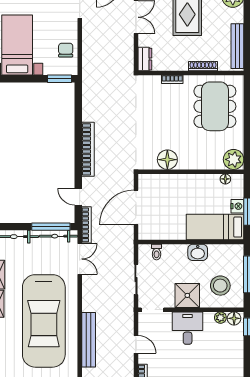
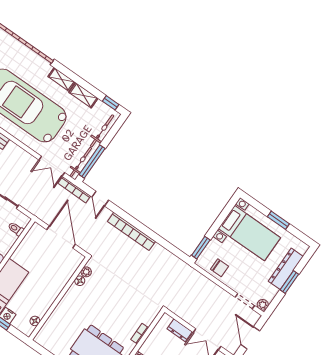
dresser: (145, 59) -> (180, 330), moved
plant: (234, 159) -> (86, 272), moved, width x0.53, depth x0.53
floor lamp: (167, 160) -> (80, 281), width x0.53, depth x0.53
door: (78, 197) -> (100, 199), swing flipped

